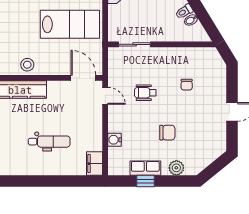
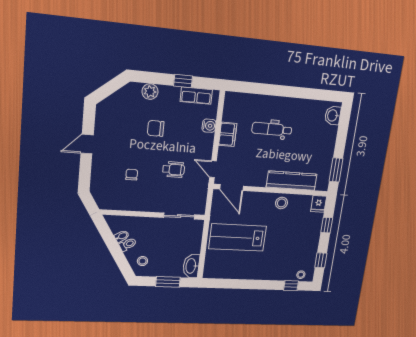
filing cabinet: (94, 164) -> (228, 134), moved
row of seats: (145, 168) -> (196, 96), moved

